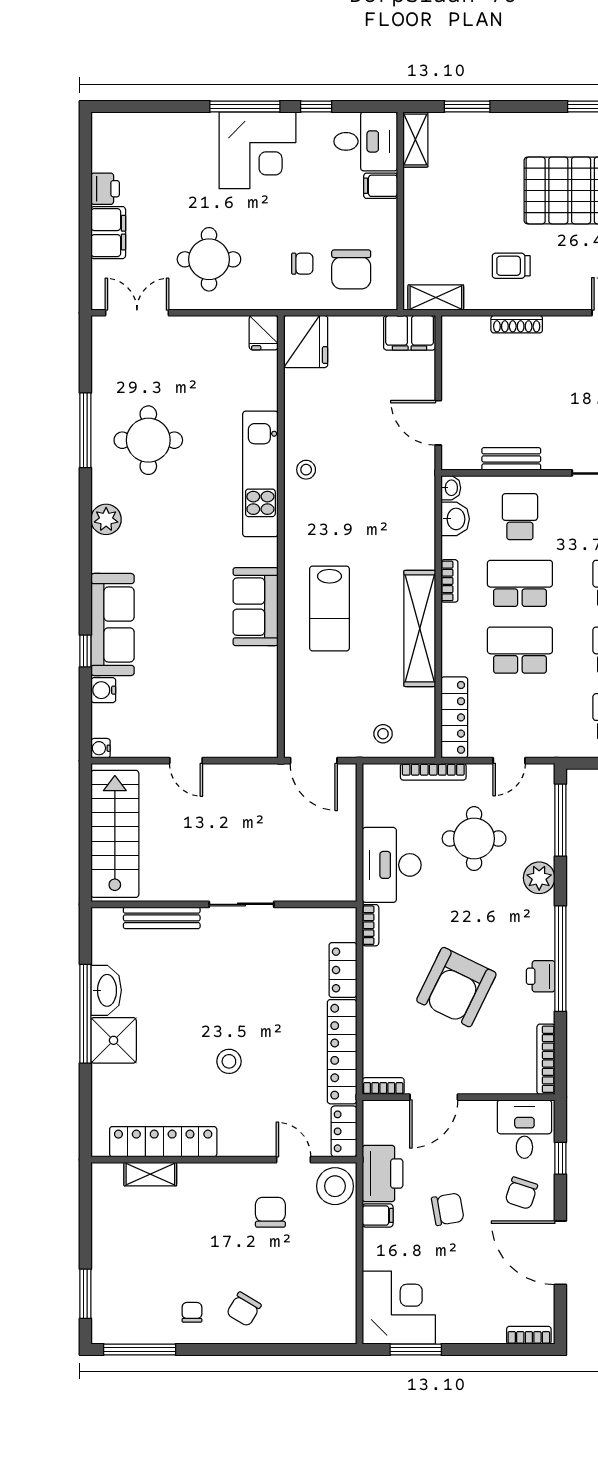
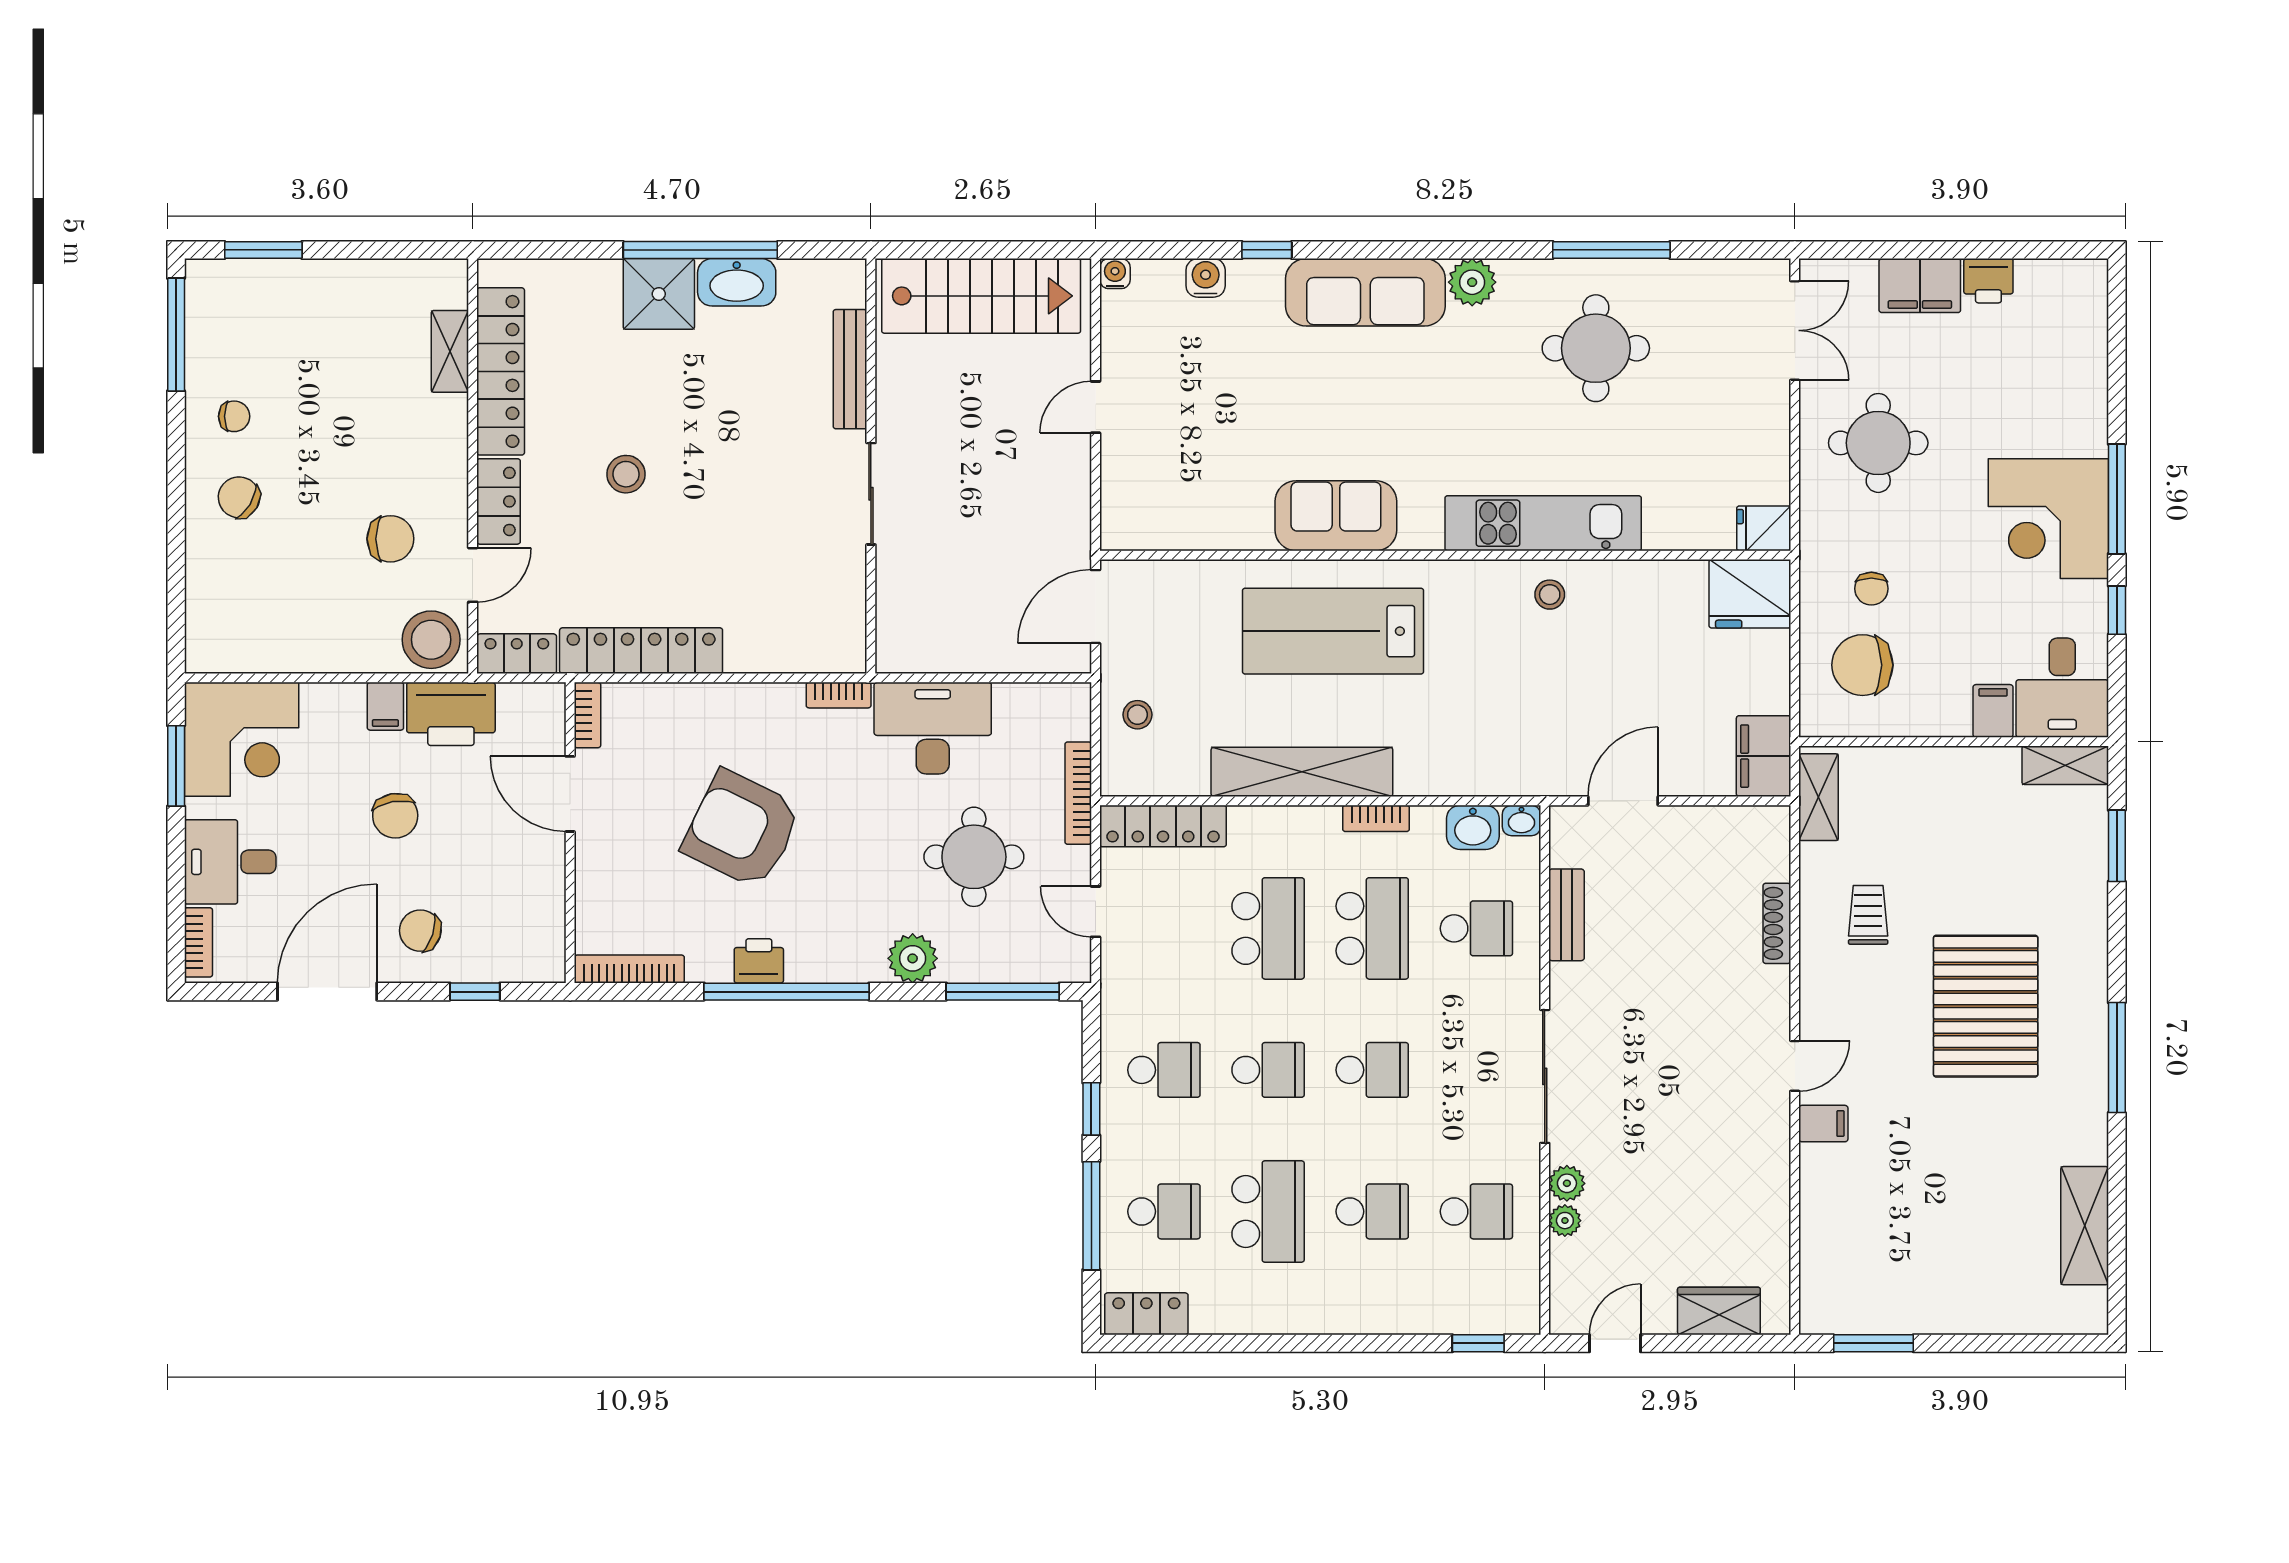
lab bench: (329, 609) -> (1333, 631), width x1.36, depth x1.39
sofa: (112, 624) -> (1365, 292), moved
locker: (343, 970) -> (499, 501), moved, turned 90
desk: (524, 1129) -> (230, 862), moved, turned 180

